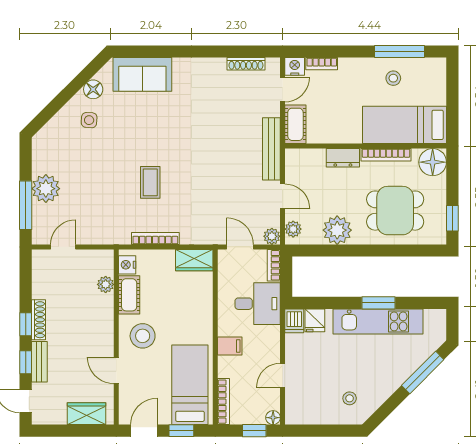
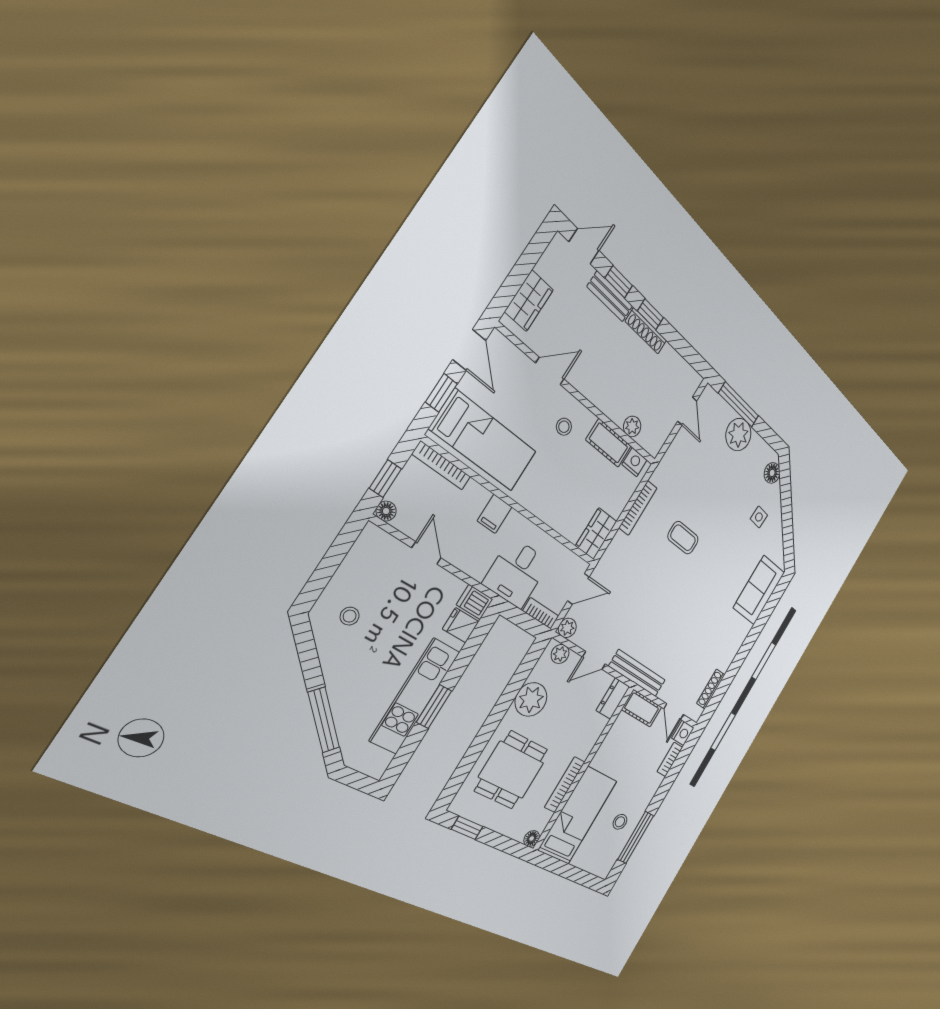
floor lamp: (93, 89) -> (772, 473), moved
dresser: (343, 158) -> (613, 699), moved
floor lamp: (433, 162) -> (532, 839), width x0.53, depth x0.53
stool: (143, 336) -> (564, 427), width x0.53, depth x0.53

